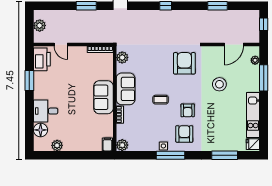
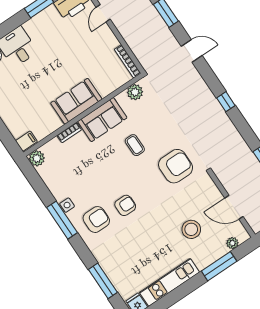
stool: (219, 84) -> (191, 229), moved
coffee table: (161, 100) -> (135, 145), moved
armchair: (188, 110) -> (125, 205), turned 180

